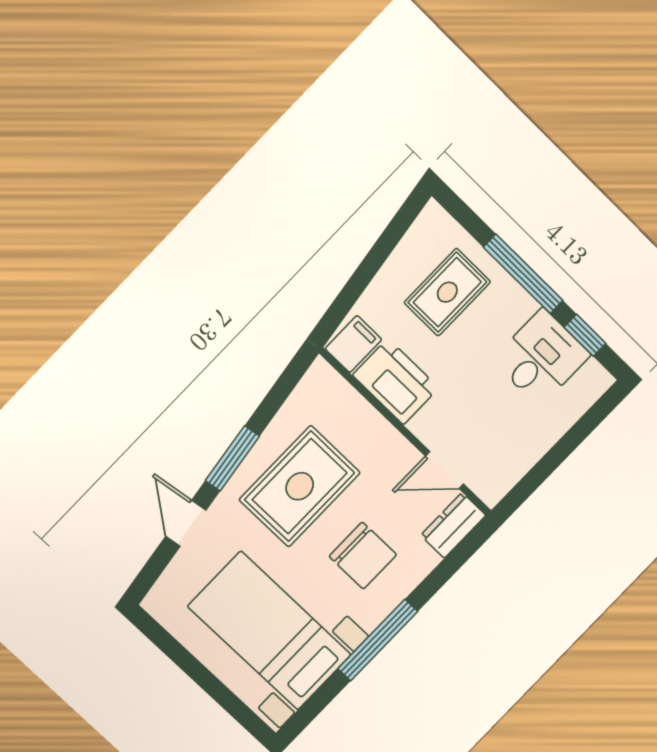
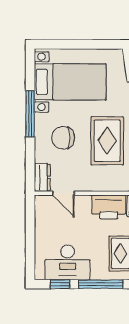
desk: (541, 358) -> (68, 262), width x1.37
door: (445, 470) -> (63, 193), swing flipped

